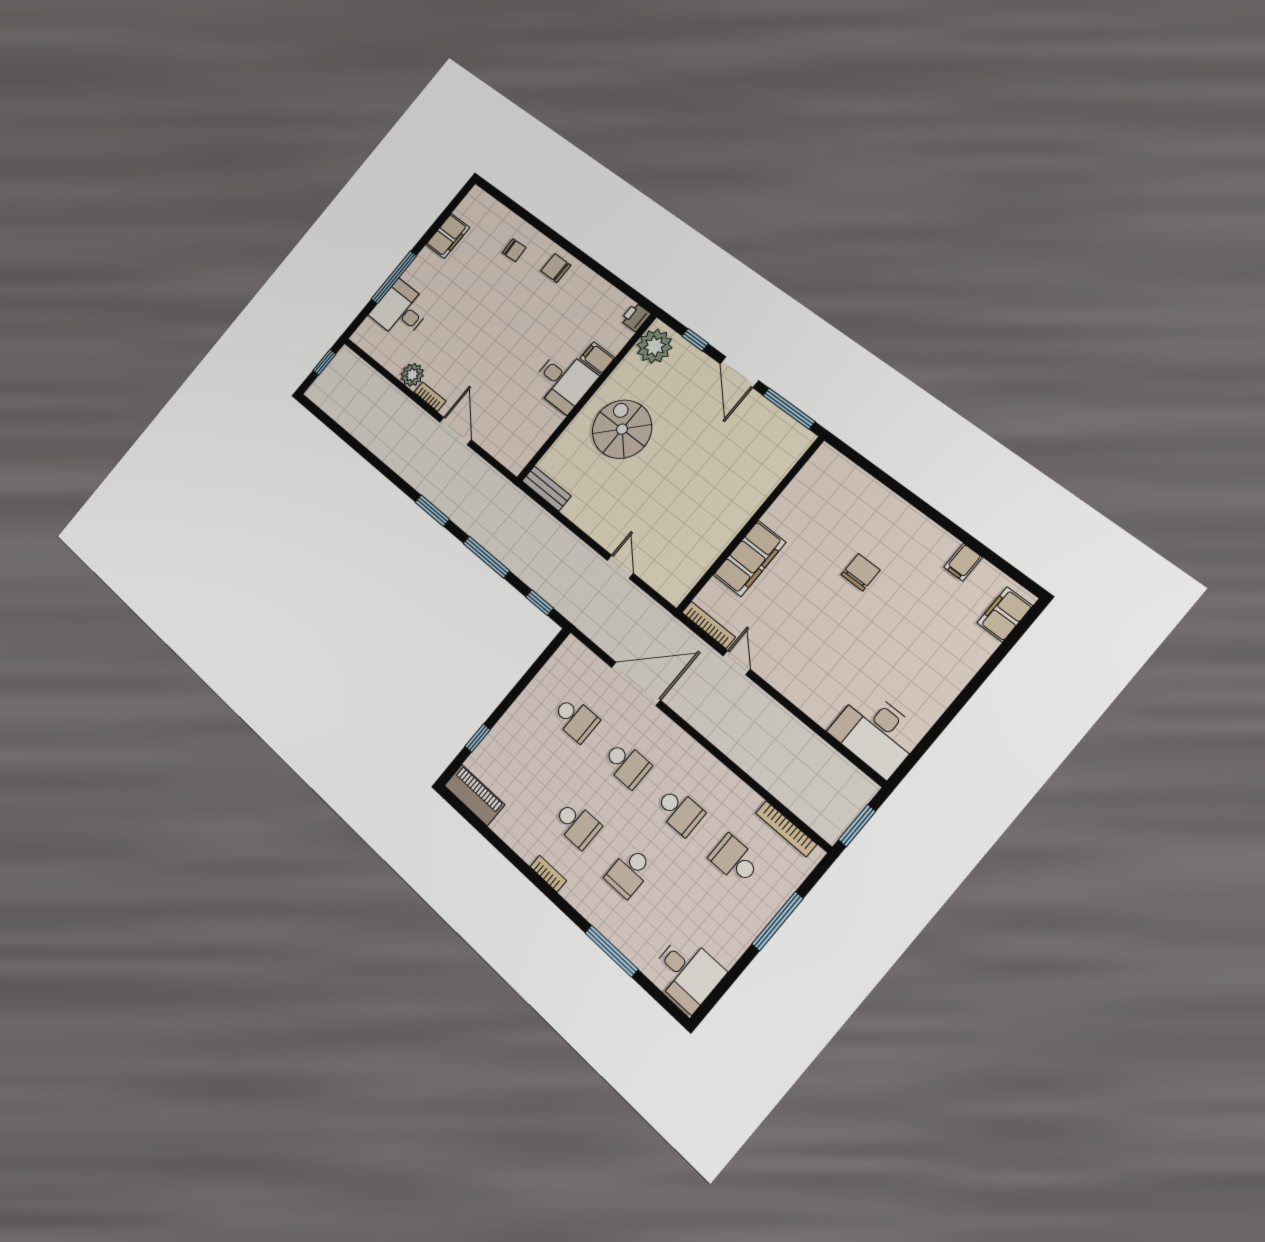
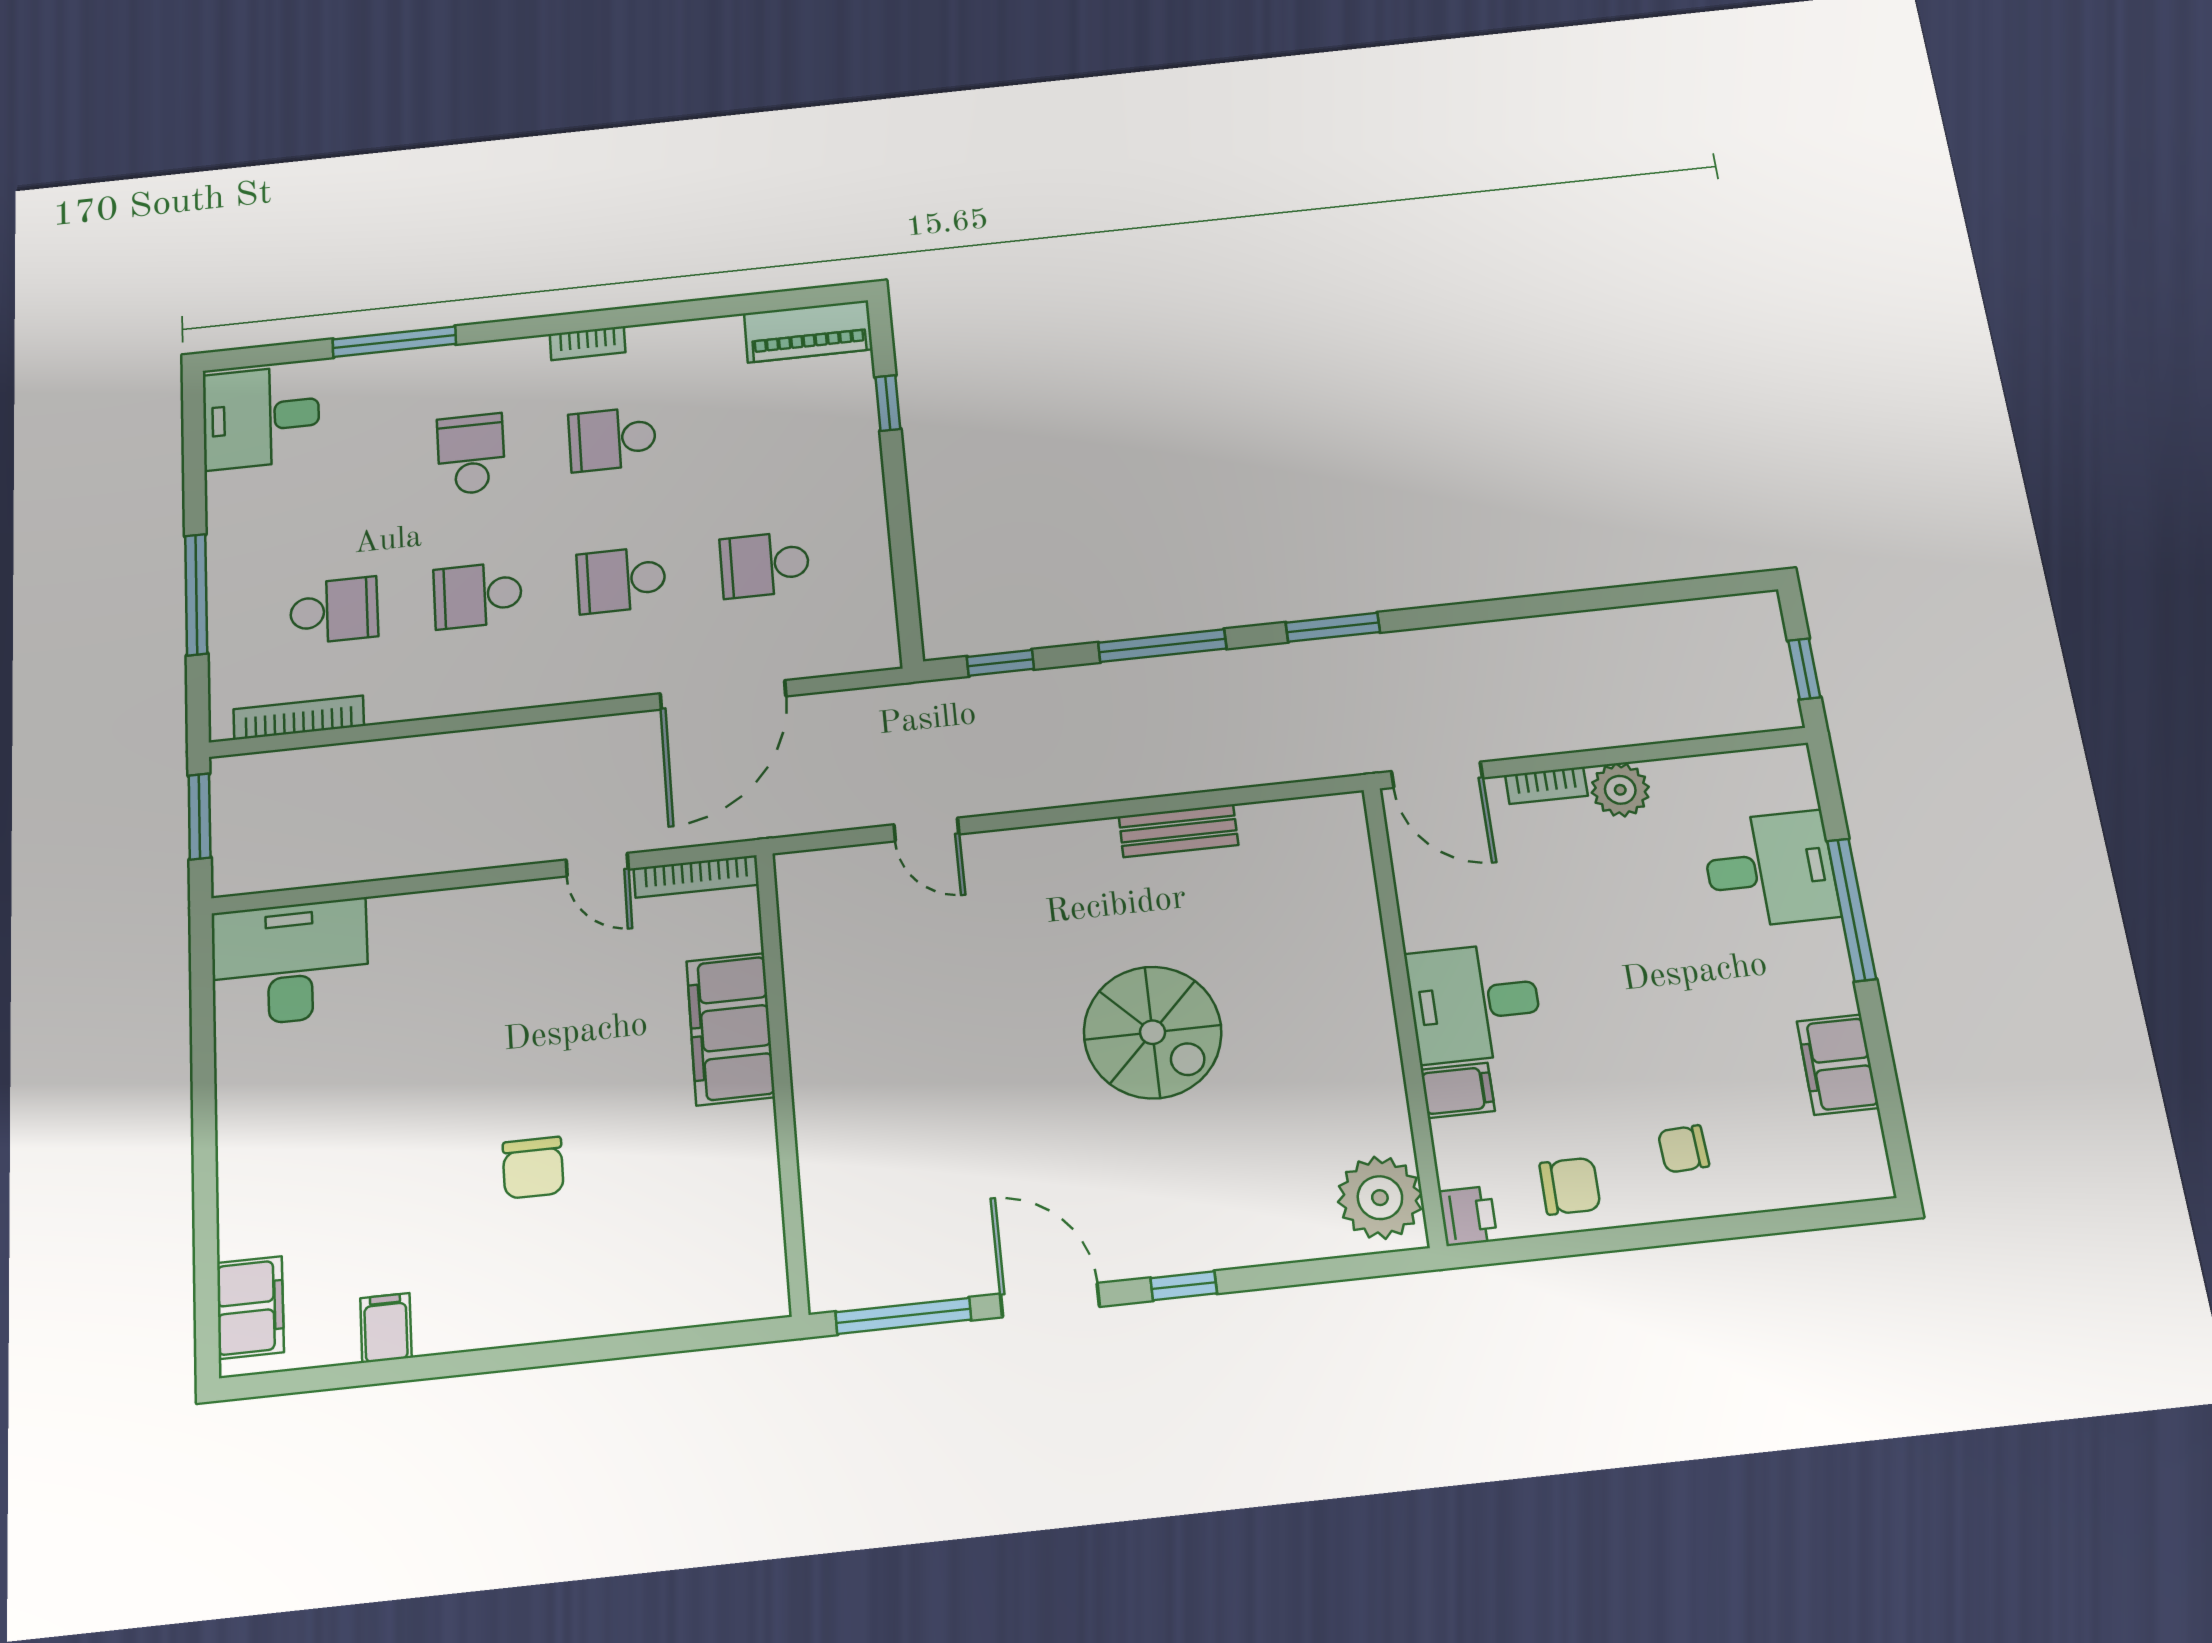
printer: (636, 317) -> (1468, 1216), moved
plant: (655, 346) -> (1380, 1198), moved
filing cabinet: (597, 358) -> (1458, 1090), moved
desk: (564, 381) -> (1474, 1003), moved
wall: (587, 397) -> (1404, 1013), moved

